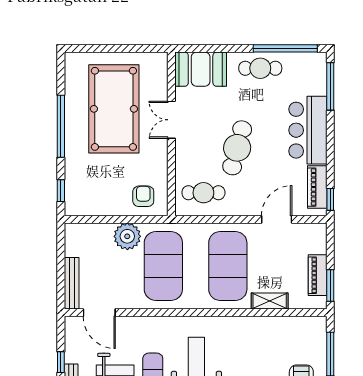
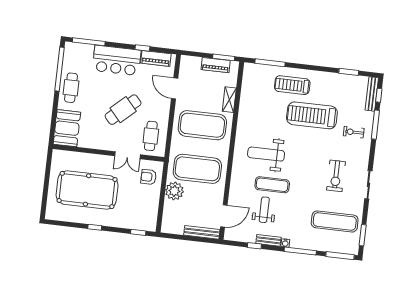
double door: (171, 120) -> (127, 155), moved
window: (61, 126) -> (95, 227), width x0.32
cafe table: (237, 148) -> (123, 110), turned -57
window: (330, 199) -> (142, 48), moved

